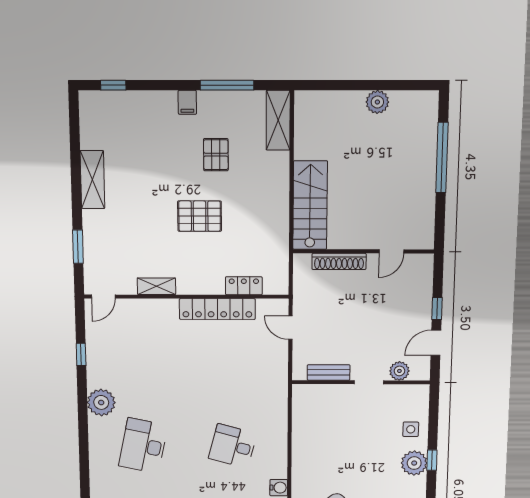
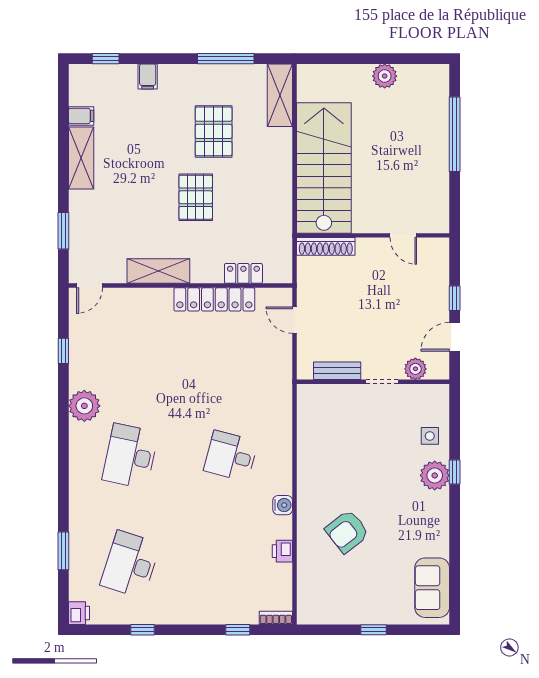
filing cabinet: (187, 102) -> (148, 76), moved
filing cabinet: (91, 140) -> (81, 116), added
pallet: (216, 155) -> (214, 131), width x1.50, depth x1.42
stairs: (310, 205) -> (324, 168), width x1.36, depth x1.51
pallet: (200, 216) -> (196, 197), turned 90
door: (391, 251) -> (403, 235), hinge flipped
shoe rack: (339, 261) -> (326, 246), moved
shelving: (156, 286) -> (158, 271), width x1.50, depth x1.33

